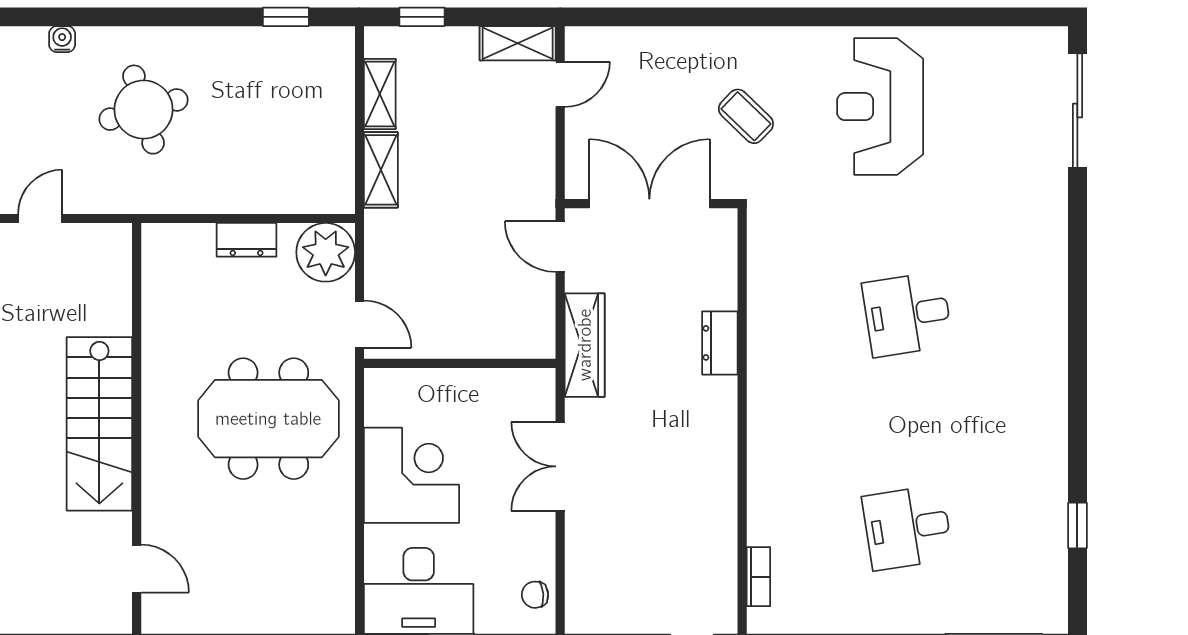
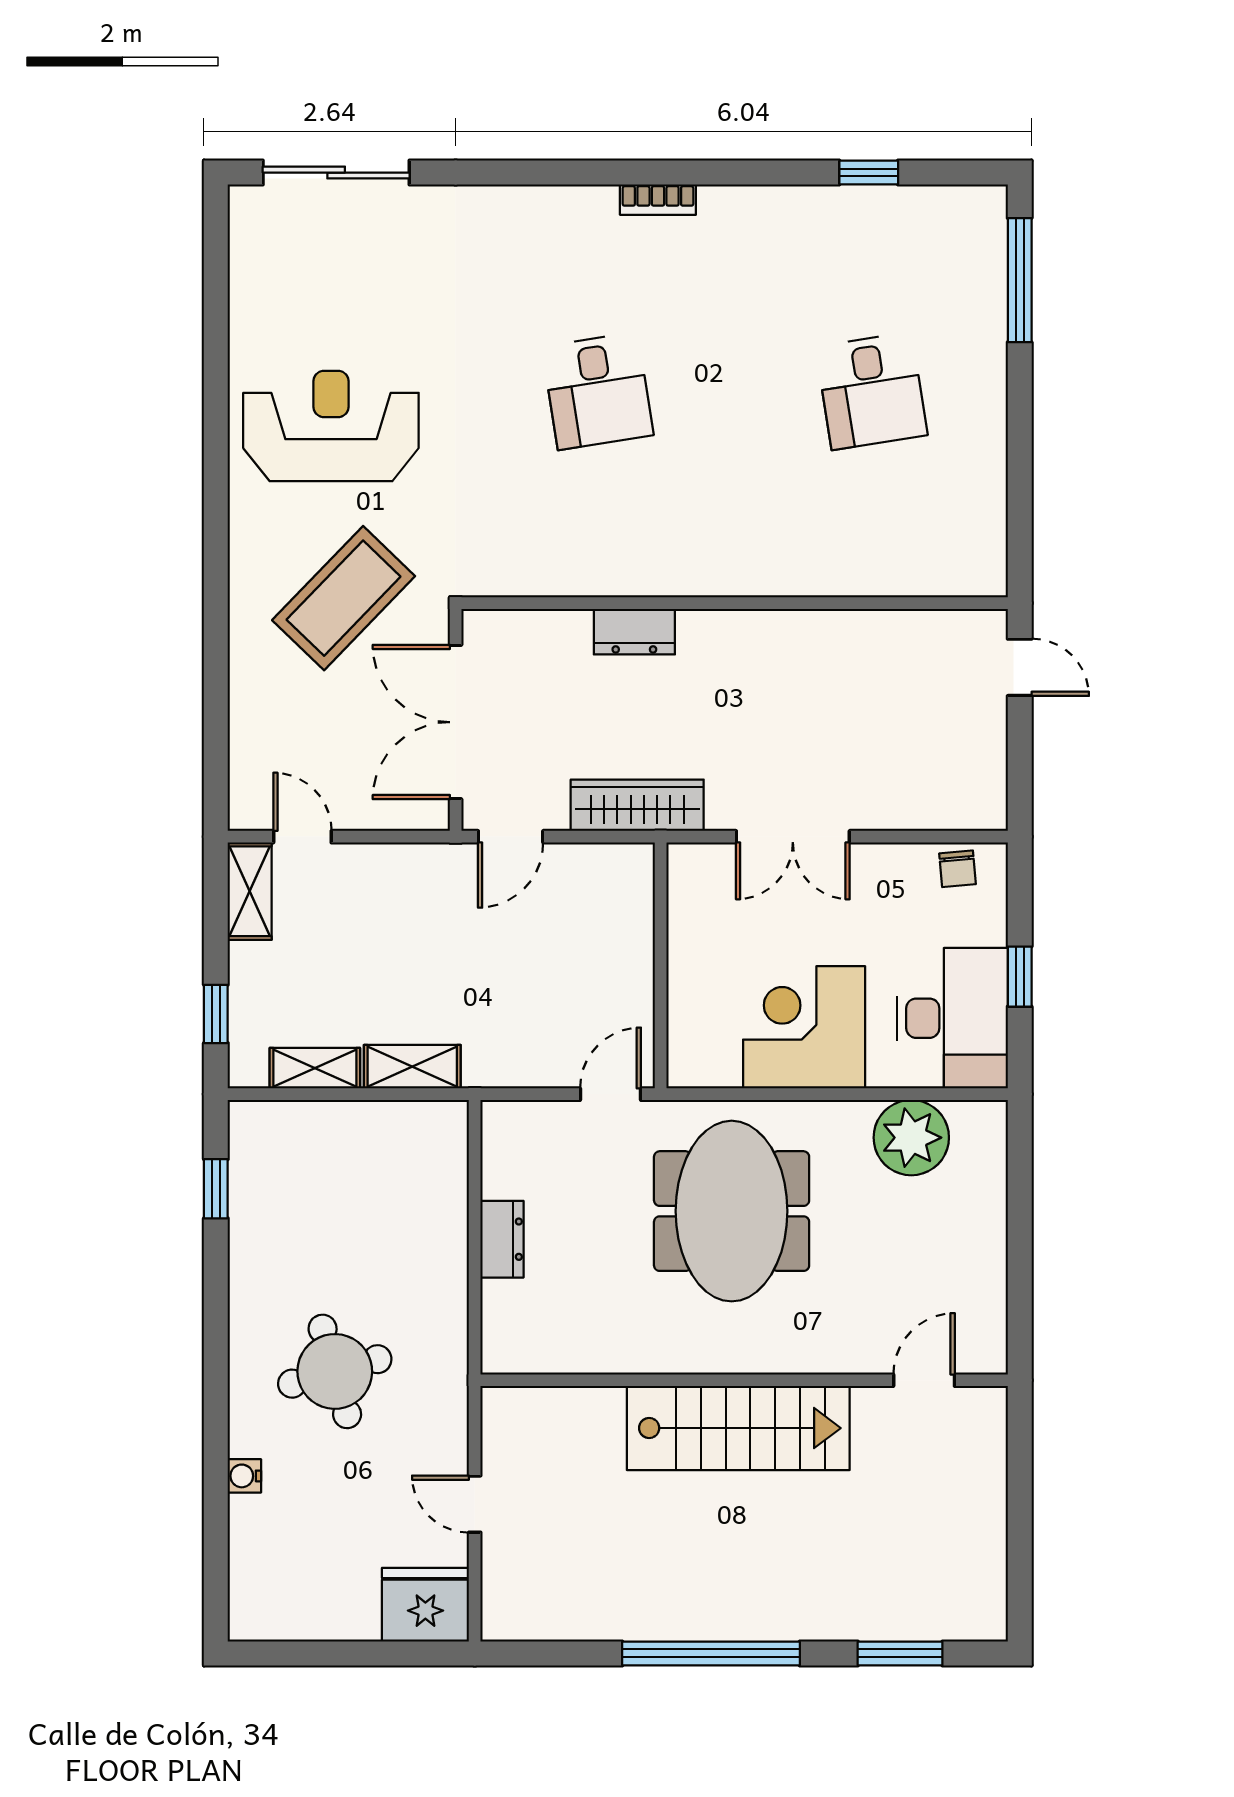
reception desk: (880, 107) -> (331, 426), turned 180
coffee table: (746, 116) -> (344, 598), width x1.86, depth x1.72
plant: (326, 252) -> (911, 1138), moved
bookcase: (758, 577) -> (658, 200), moved, turned 180

